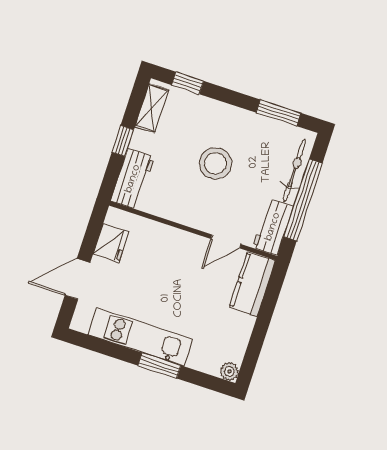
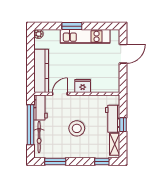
workbench: (133, 179) -> (113, 119), moved
fridge: (111, 243) -> (83, 86), moved, turned 90
kitchen counter: (252, 284) -> (41, 71), width x1.50

